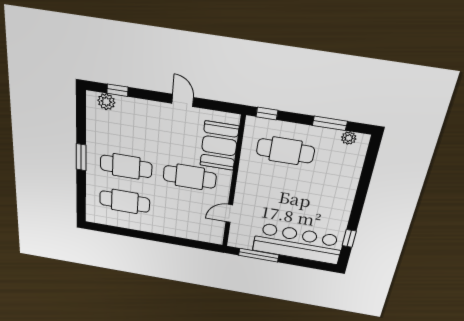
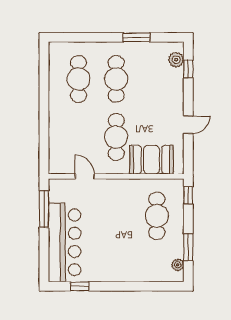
window: (81, 157) -> (137, 37), moved

